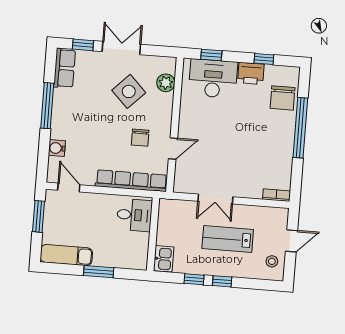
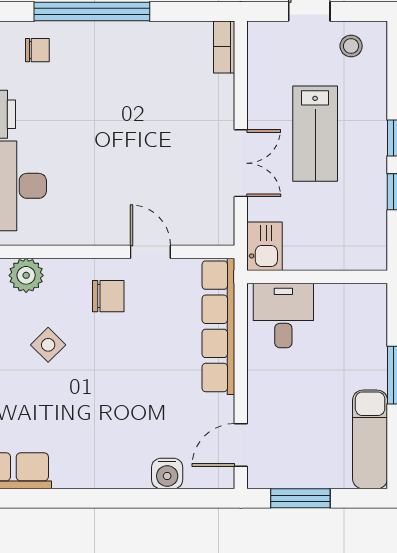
side table: (129, 91) -> (48, 345), width x0.54, depth x0.54
chair: (283, 98) -> (37, 50), width x0.54, depth x0.54
window: (47, 106) -> (88, 498), removed
chair: (140, 138) -> (108, 296), moved
kitchen sink: (164, 259) -> (265, 246), moved, turned 90

